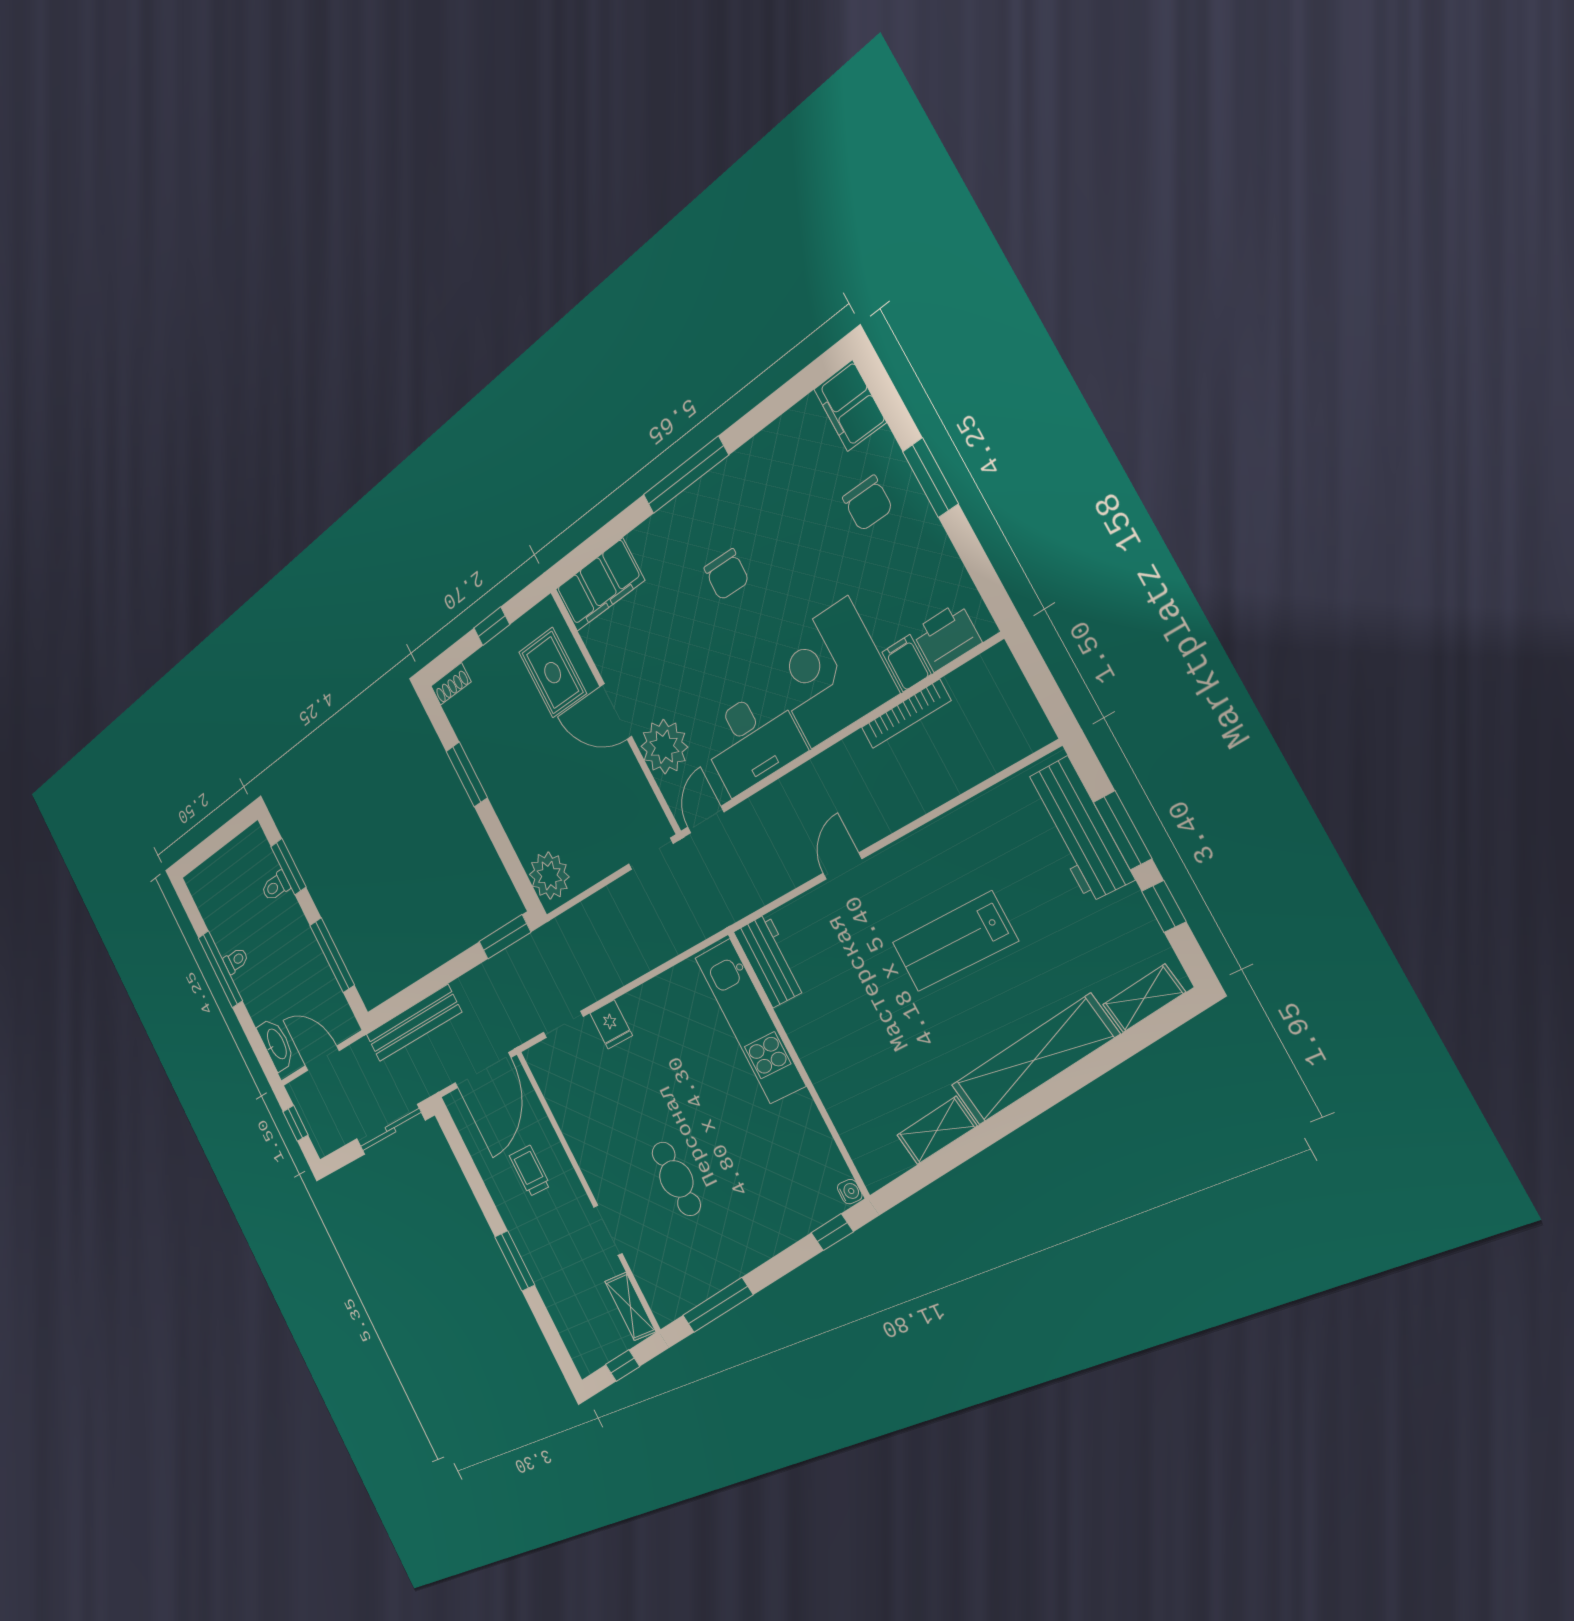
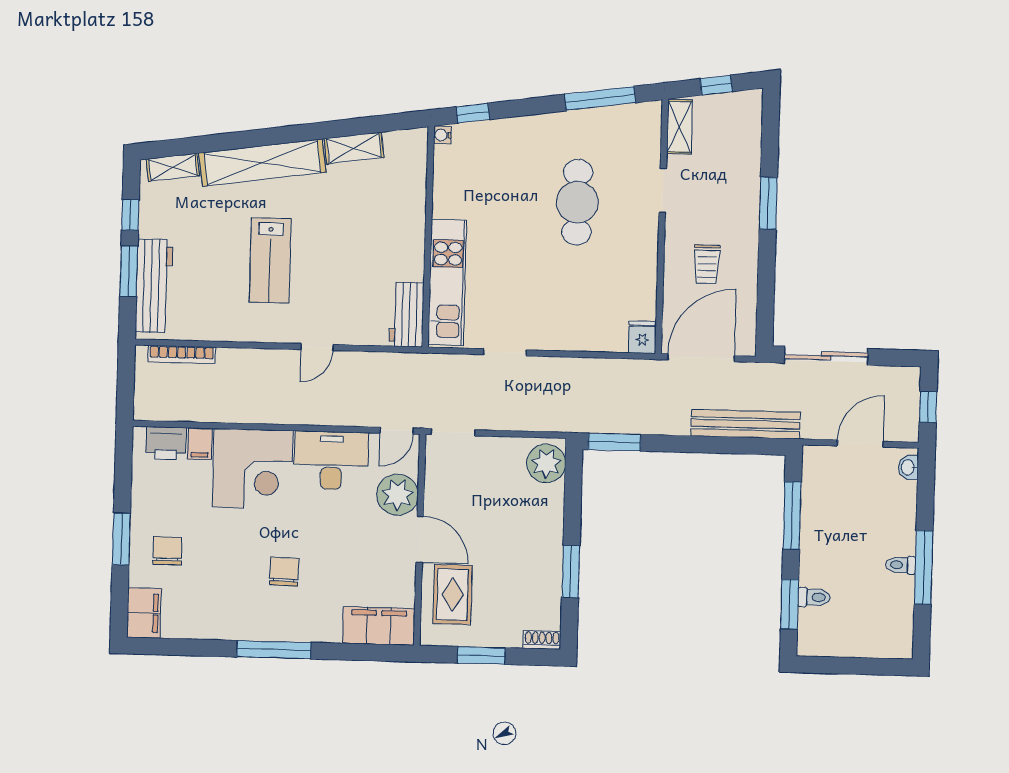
window: (492, 626) -> (481, 655), width x1.50
bookcase: (906, 714) -> (182, 354), moved, turned 180
lab bench: (955, 942) -> (270, 261), turned 90
fridge: (611, 1024) -> (642, 337), moved
doorway: (563, 1025) -> (505, 352), moved
washbasin: (276, 1044) -> (908, 467), width x0.52, depth x0.69
door: (322, 1058) -> (860, 444), swing flipped
cafe table: (676, 1179) -> (577, 202), width x1.37, depth x1.35

